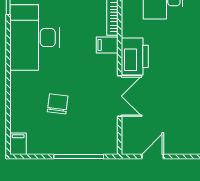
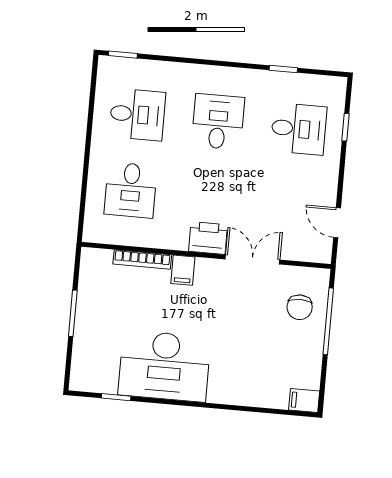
printer: (135, 56) -> (208, 238), width x0.73, depth x0.84
chair: (58, 104) -> (300, 307), moved, turned -97

